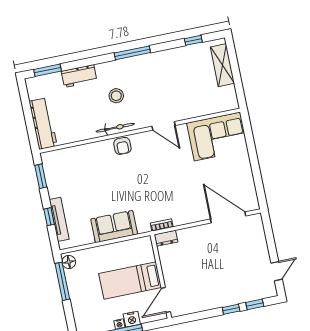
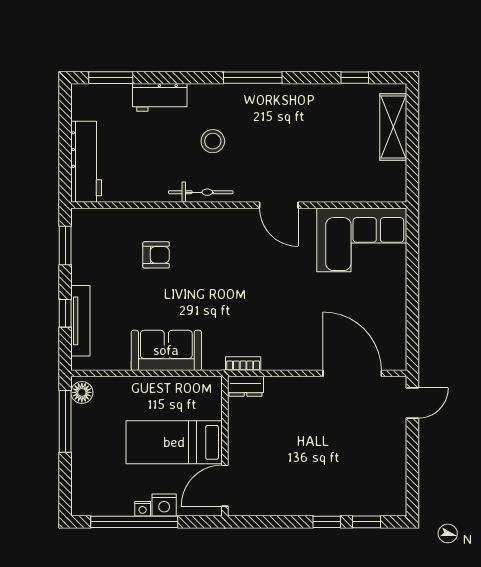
armchair: (122, 146) -> (156, 255), moved, turned -90
door: (277, 271) -> (412, 403), moved

